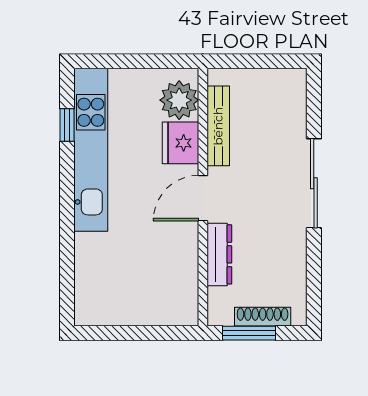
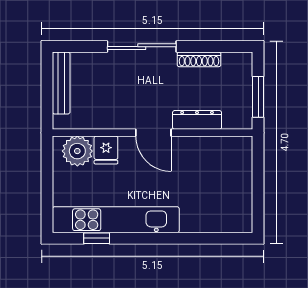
bench: (218, 126) -> (61, 83), moved, turned 90
fridge: (181, 143) -> (106, 150), width x0.72
shoe rack: (263, 317) -> (199, 59), moved, turned -90

